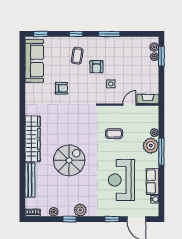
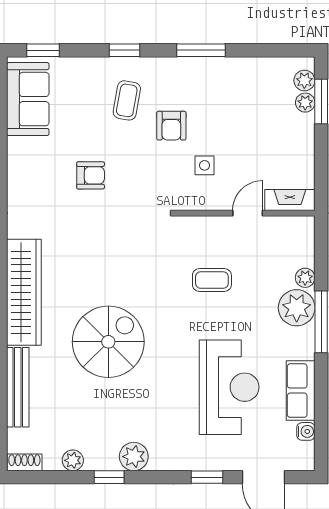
sofa: (34, 61) -> (28, 99), width x0.73
reception desk: (121, 180) -> (229, 387), turned 180

